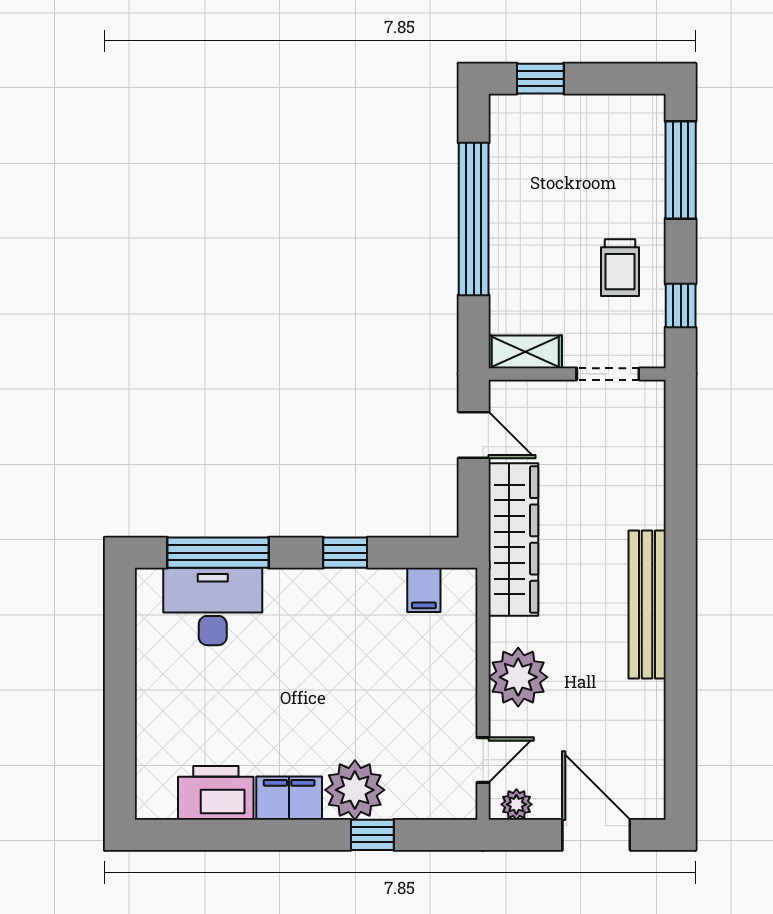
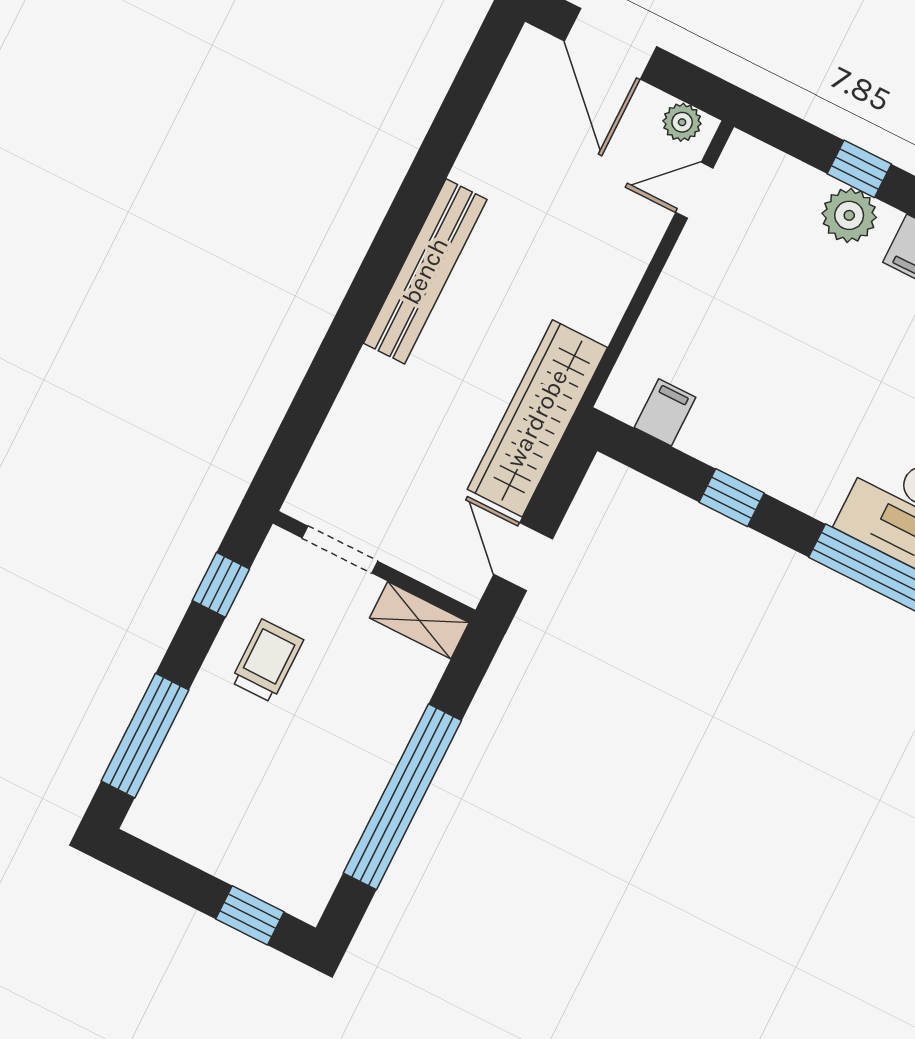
plant: (518, 677) -> (609, 263), removed
plant: (355, 790) -> (849, 215), width x0.73, depth x0.73

